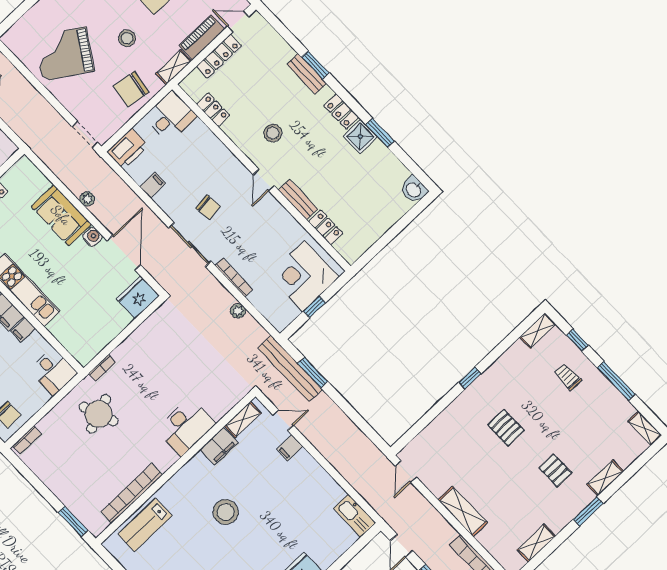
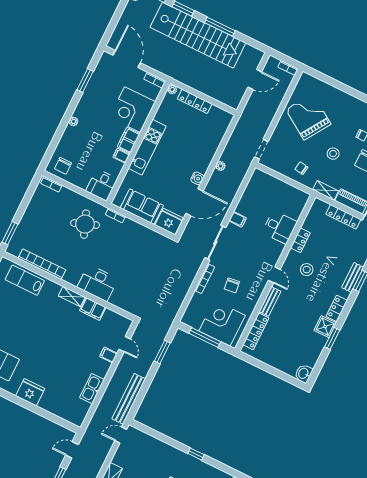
chair: (131, 89) -> (301, 168), width x0.54, depth x0.54
locker: (213, 110) -> (300, 240), moved
desk: (171, 117) -> (280, 227), moved
printer: (128, 149) -> (262, 180), removed
door: (264, 180) -> (274, 275), swing flipped
filing cabinet: (153, 185) -> (238, 219), moved
chair: (208, 207) -> (232, 285), moved
sofa: (61, 215) -> (142, 207), moved, turned 90
locker: (326, 227) -> (256, 331), width x1.53
window: (314, 307) -> (205, 337), width x2.17
plant: (238, 311) -> (184, 289), removed
bench: (290, 369) -> (129, 399), moved
shelving: (243, 420) -> (72, 296), moved
stool: (226, 512) -> (52, 329), removed
kitchen sink: (355, 516) -> (92, 389), moved

